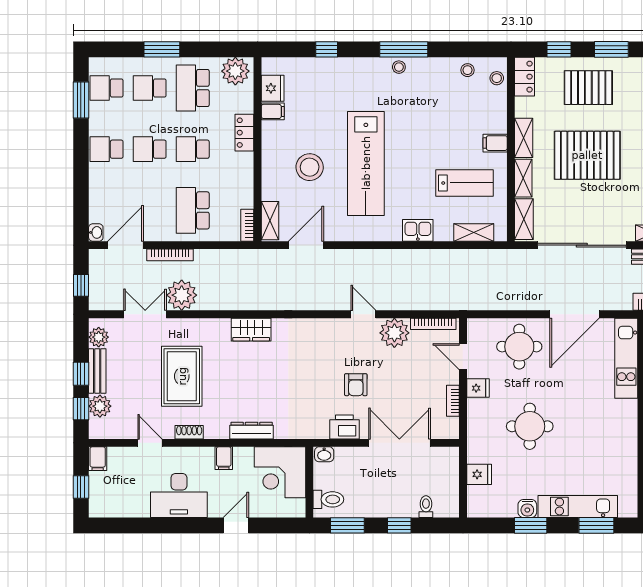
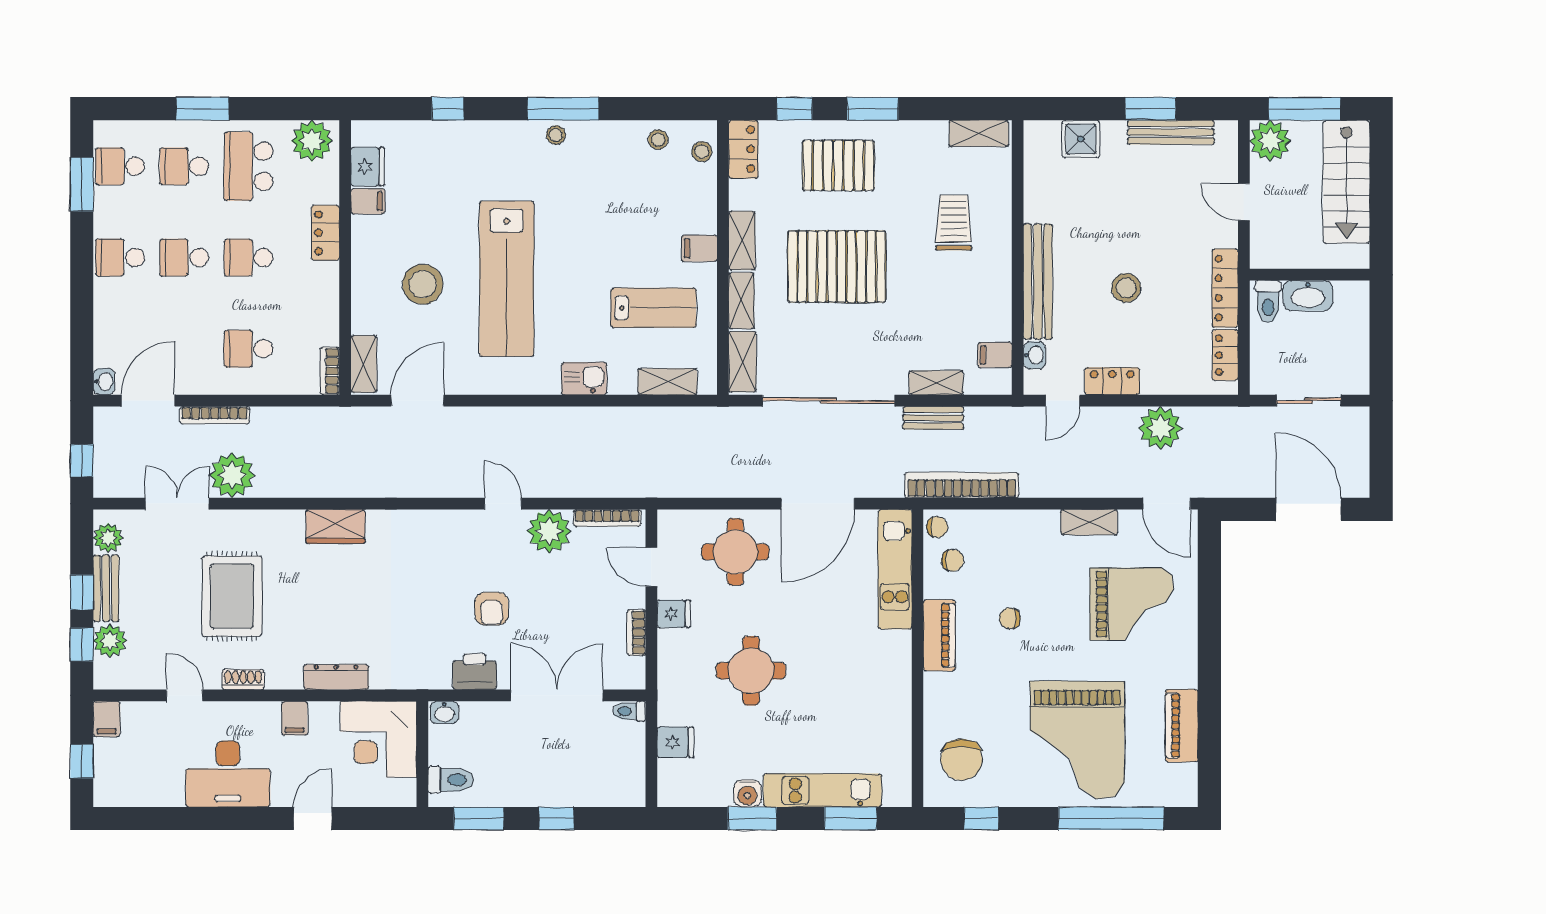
school desk: (193, 210) -> (248, 349), width x0.54
toilet: (426, 507) -> (629, 711), moved, turned -90

